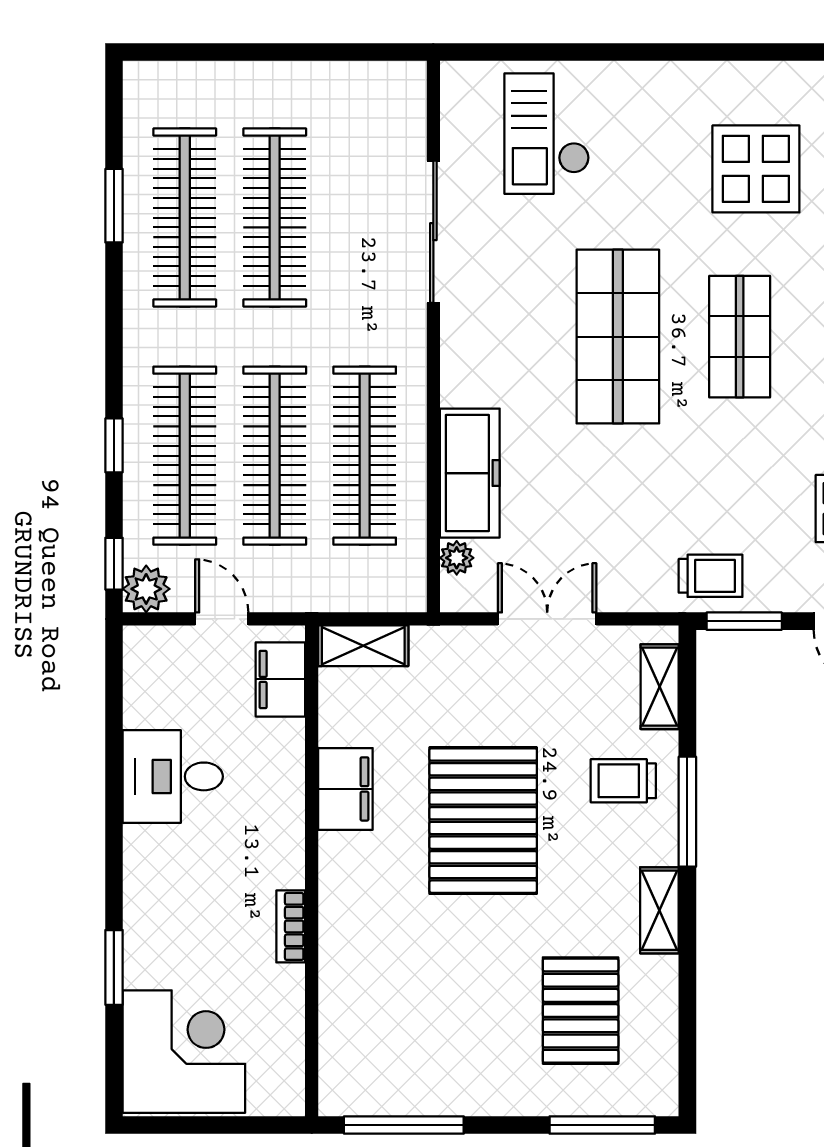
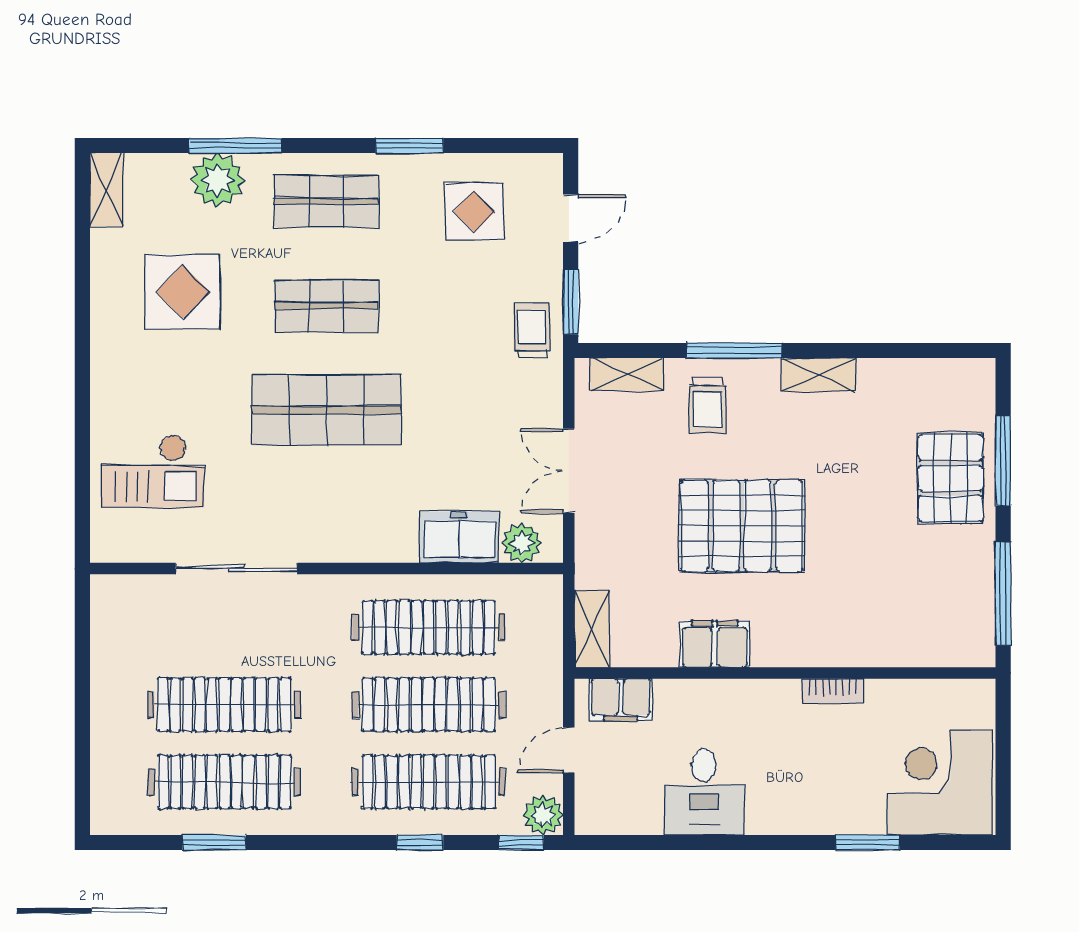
freezer: (470, 473) -> (459, 537), width x0.71
plant: (457, 558) -> (522, 543), width x1.38, depth x1.38
pallet: (581, 1011) -> (951, 478), moved, turned 90
window: (602, 1125) -> (1003, 461), moved

